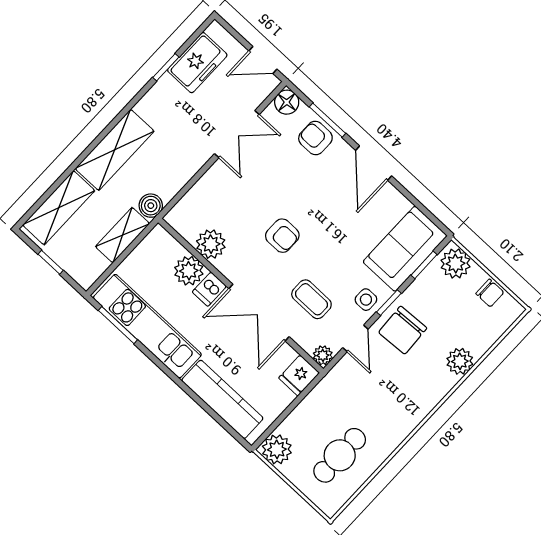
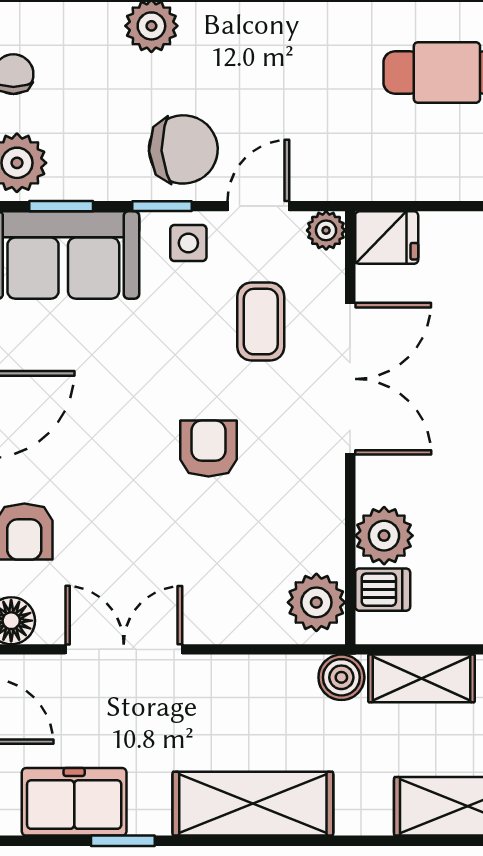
shelving: (115, 150) -> (253, 804), moved
plant: (211, 244) -> (316, 602), moved
dishwasher: (209, 289) -> (383, 590), moved

